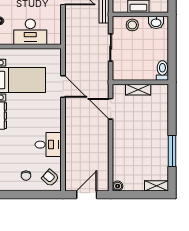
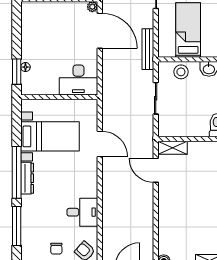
desk: (30, 32) -> (78, 80), moved
shelving: (138, 90) -> (172, 148), moved

